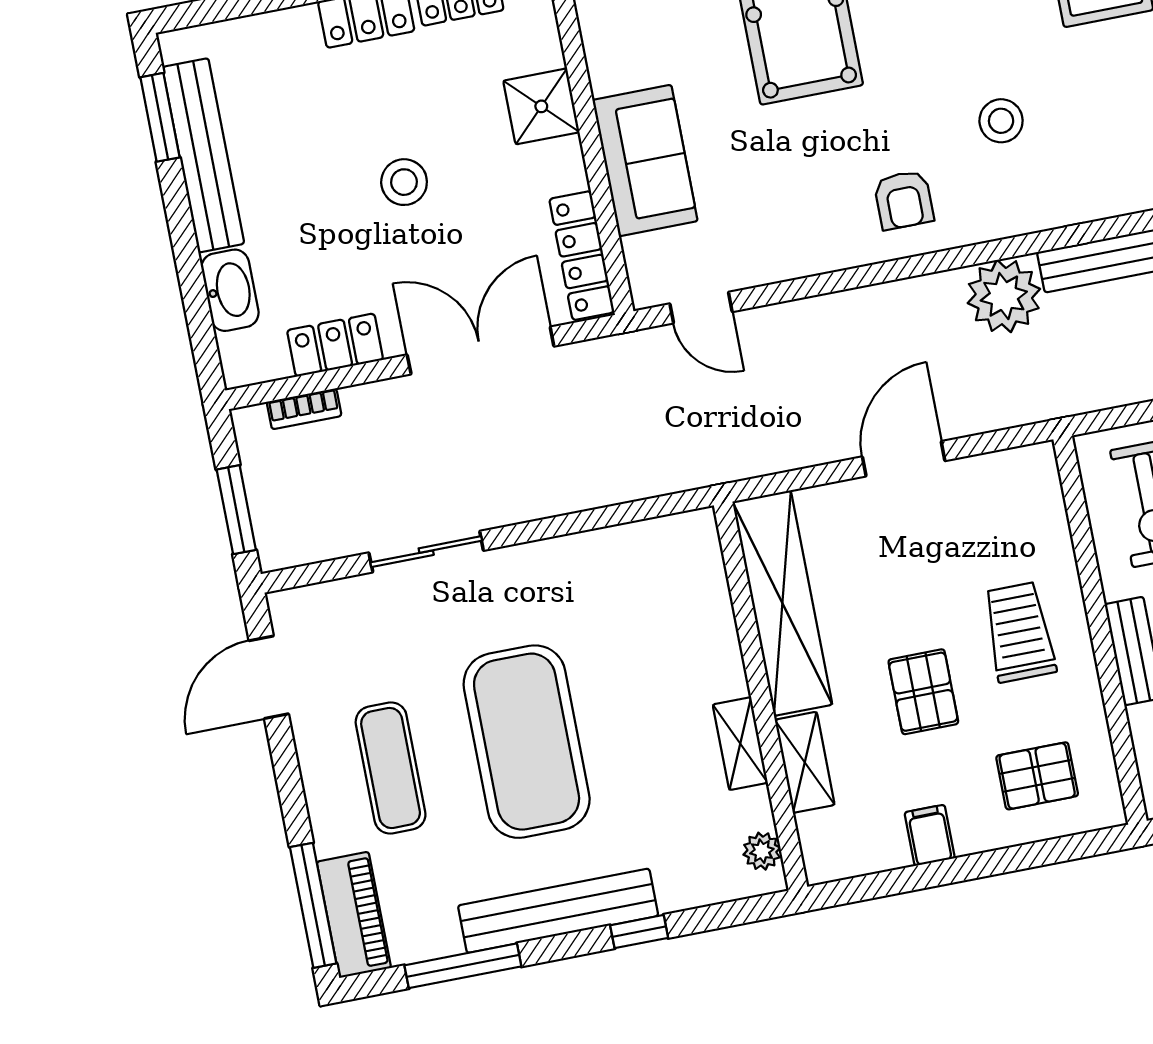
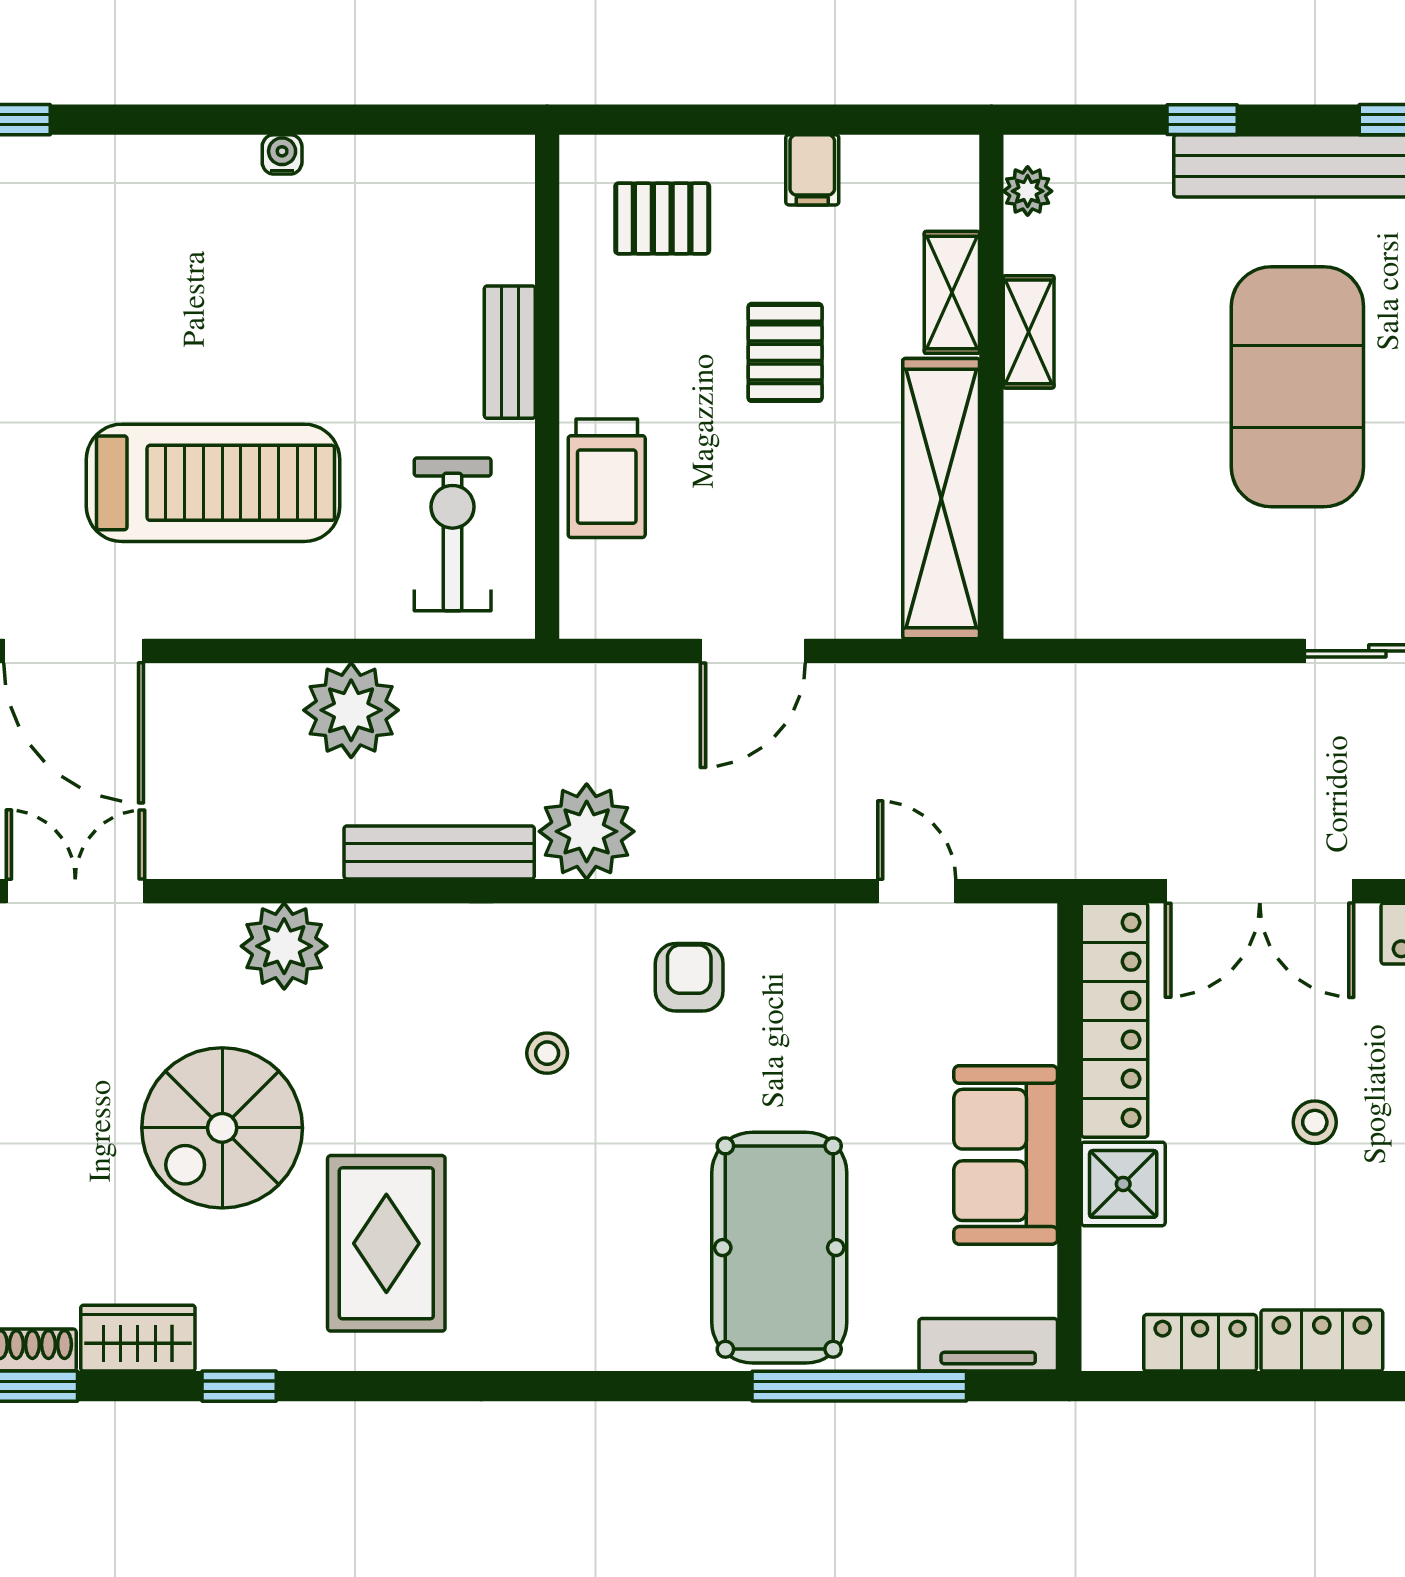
stool: (1001, 121) -> (547, 1053), width x0.73, depth x0.73
sofa: (645, 161) -> (1006, 1155), moved
stool: (404, 182) -> (1315, 1122), width x0.73, depth x0.73
locker: (582, 256) -> (1114, 1020), width x1.41, depth x1.21
door: (701, 308) -> (917, 891), moved
trolley: (1019, 632) -> (607, 478), moved

